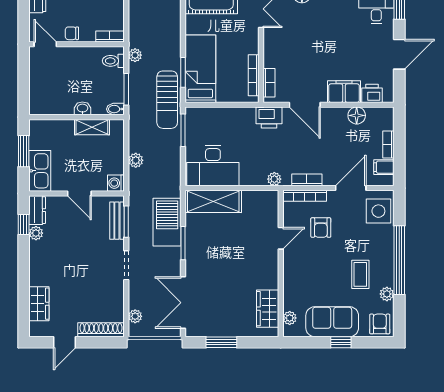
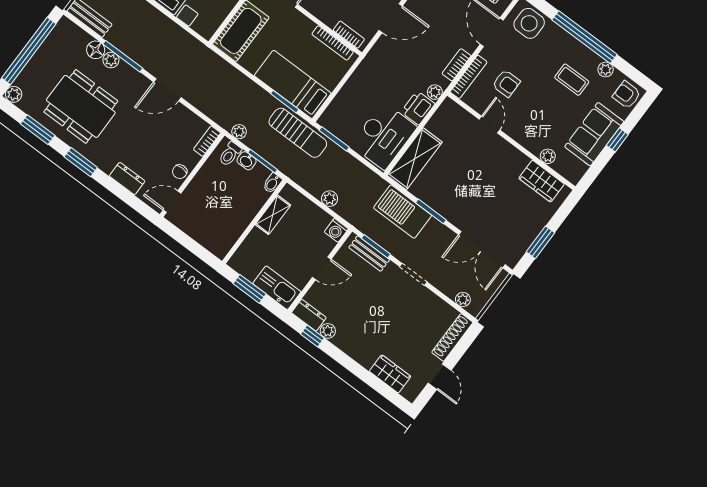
washbasin: (82, 108) -> (247, 161), moved, turned -90
printer: (269, 117) -> (418, 108), moved, turned 180
plant: (290, 318) -> (548, 156), moved

